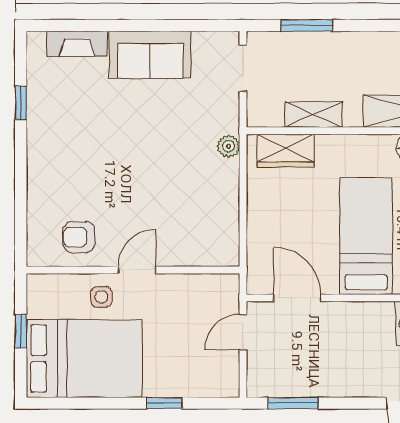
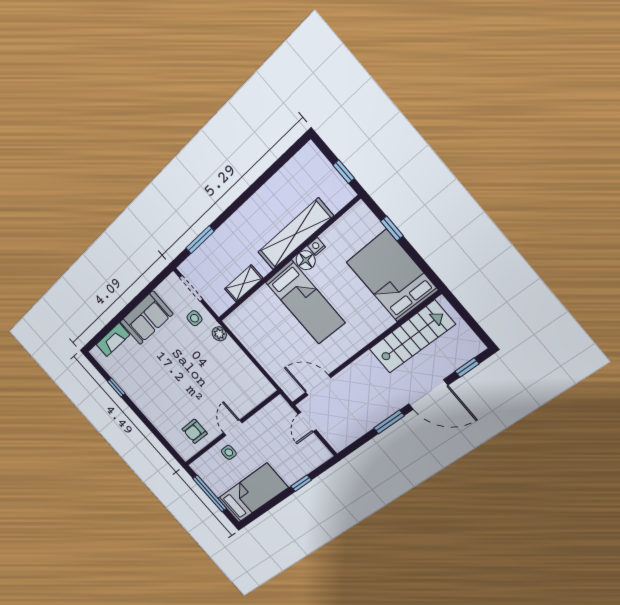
side table: (214, 104) -> (194, 318), added
wardrobe: (286, 151) -> (247, 314), removed
bed: (366, 236) -> (305, 302), moved, turned 180
window: (21, 331) -> (210, 493), width x2.17
bed: (84, 359) -> (253, 493), width x0.67
window: (293, 403) -> (389, 422), moved

